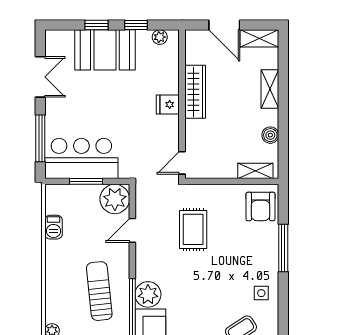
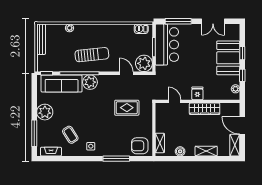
door: (224, 25) -> (242, 125), hinge flipped
door: (182, 163) -> (175, 101), moved
barbecue: (53, 227) -> (141, 29), moved

